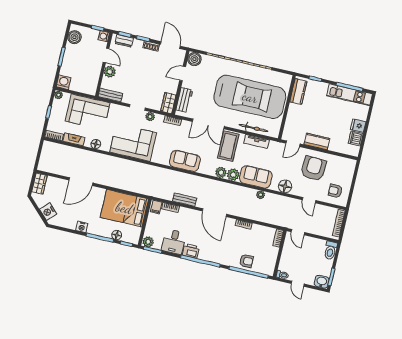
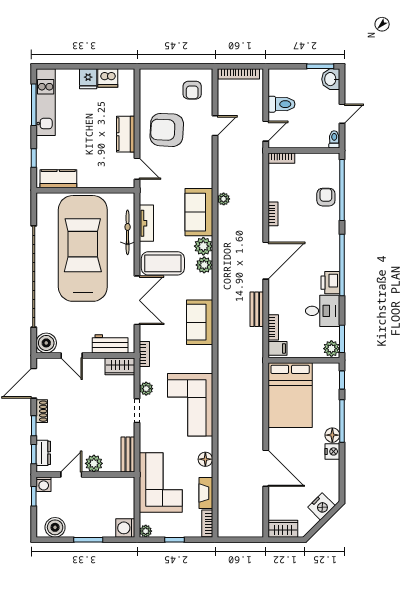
floor lamp: (285, 186) -> (203, 166), removed
floor lamp: (117, 235) -> (332, 435), moved
toilet: (330, 250) -> (282, 104), moved

